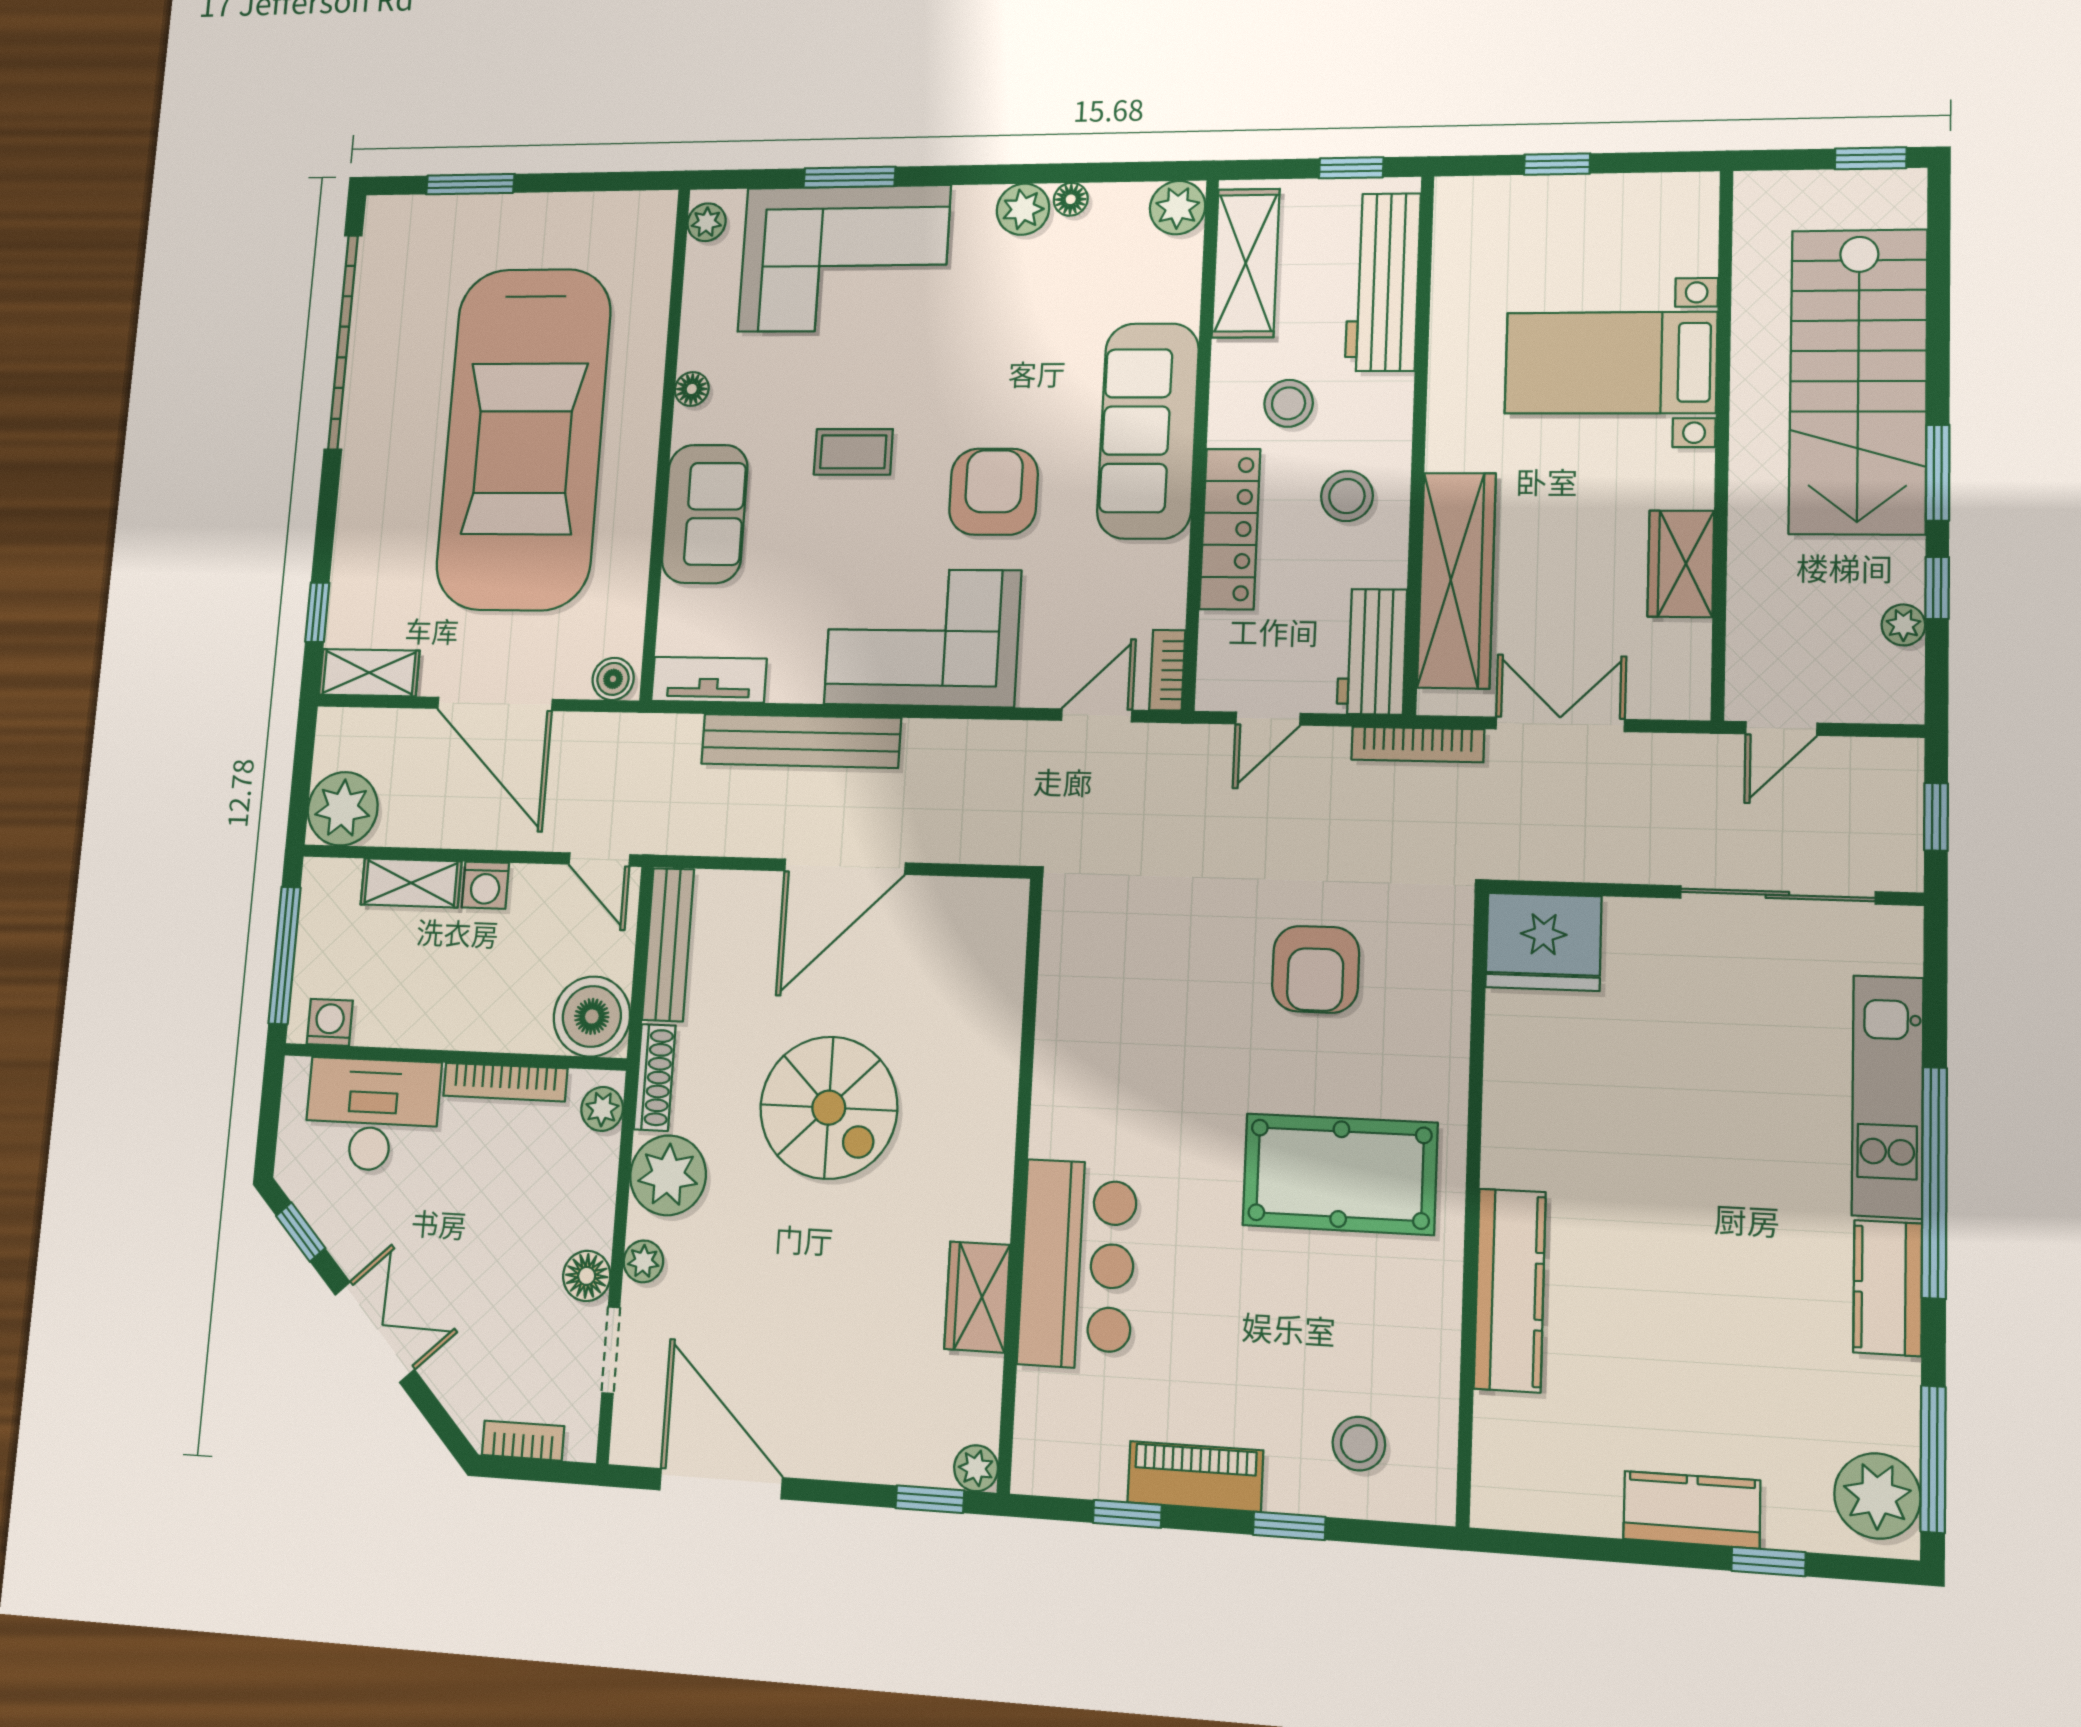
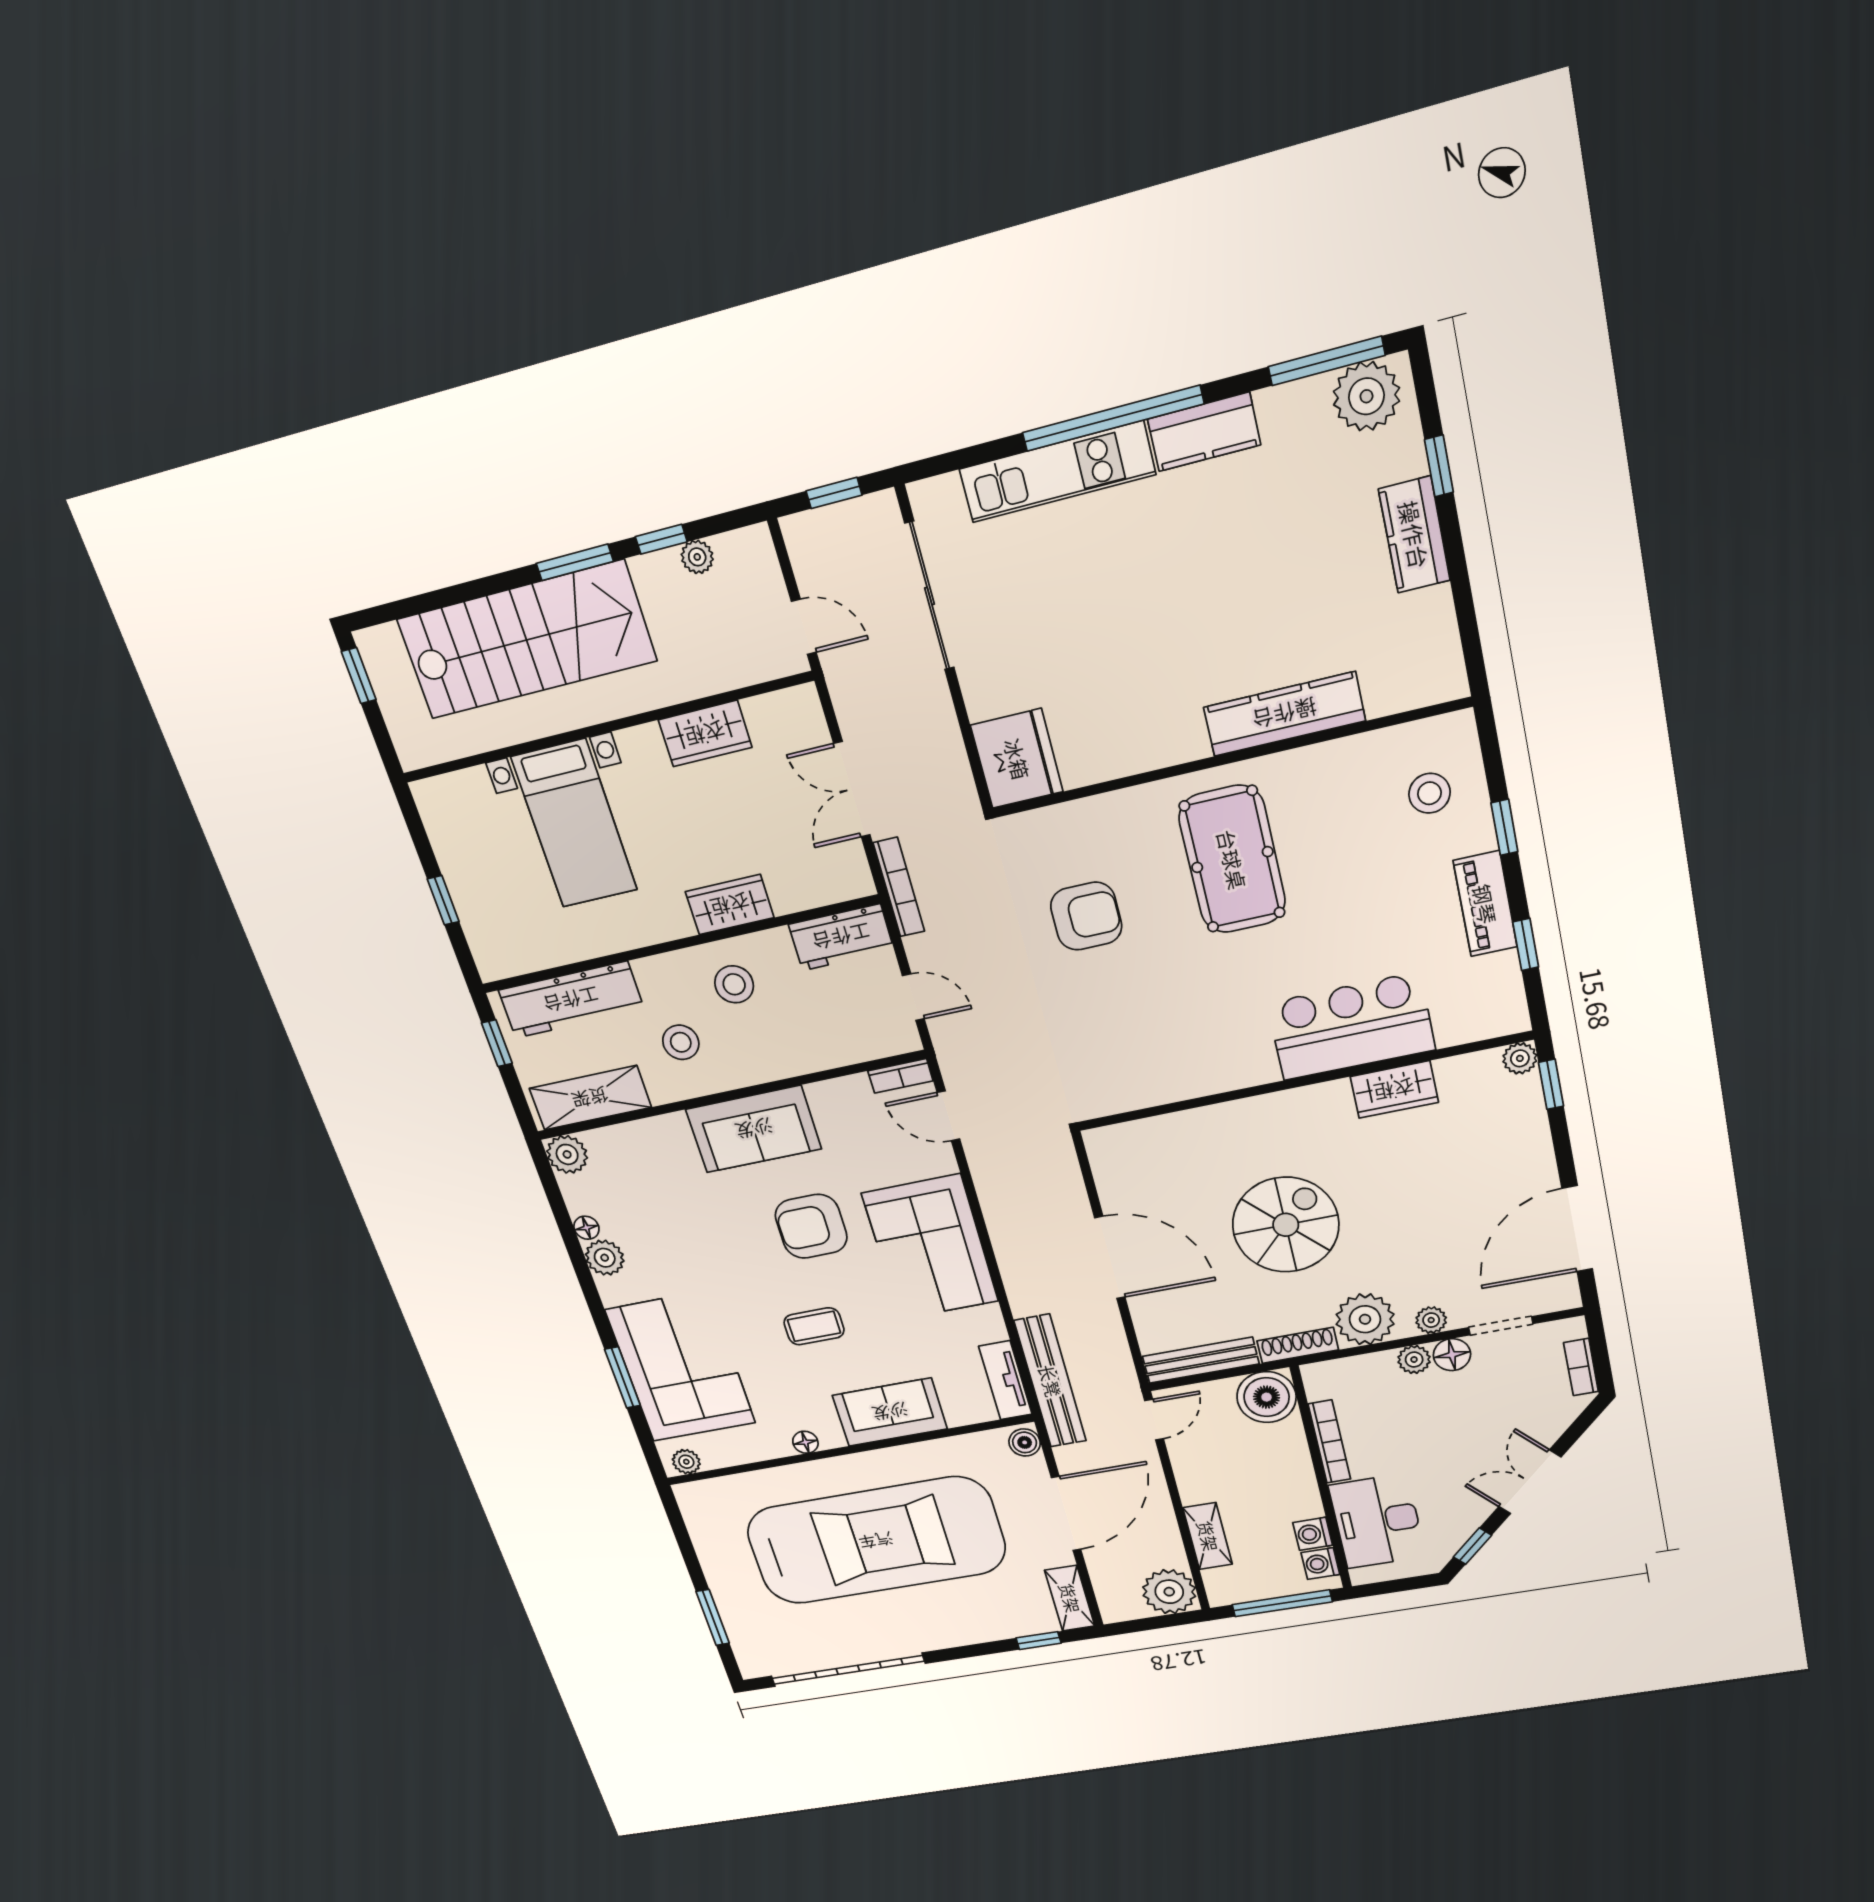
sofa: (1148, 431) -> (754, 1129), width x0.73
coffee table: (853, 452) -> (814, 1326), turned 90
locker: (1230, 529) -> (785, 1059), removed
wardrobe: (1457, 580) -> (730, 905), width x0.48, depth x0.85
bench: (801, 741) -> (1050, 1381), moved
washing machine: (485, 885) -> (1313, 1534), moved, turned 180
plant: (602, 1109) -> (1414, 1360), moved

